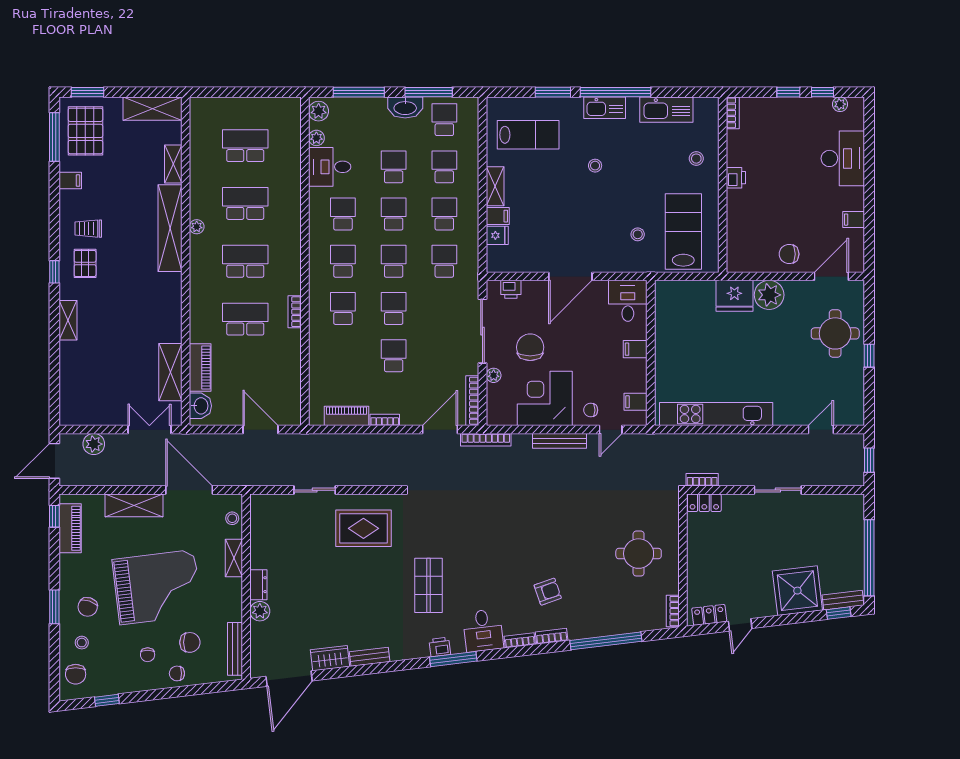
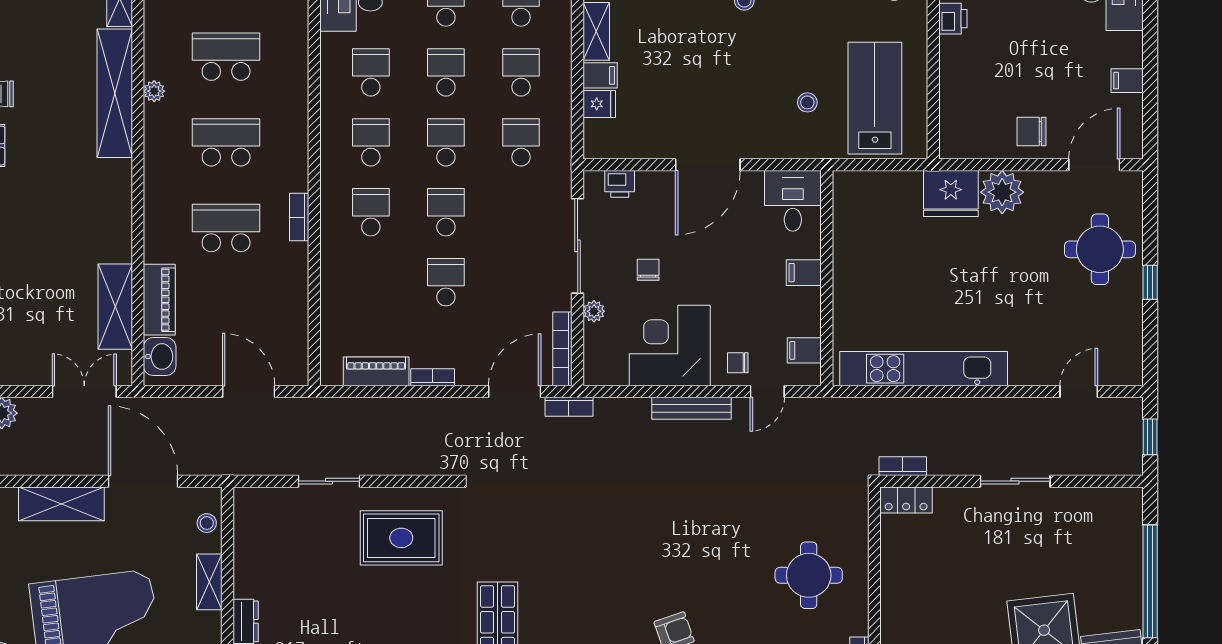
chair: (530, 347) -> (648, 270), width x0.54, depth x0.54
bookcase: (486, 440) -> (569, 407), width x0.64

